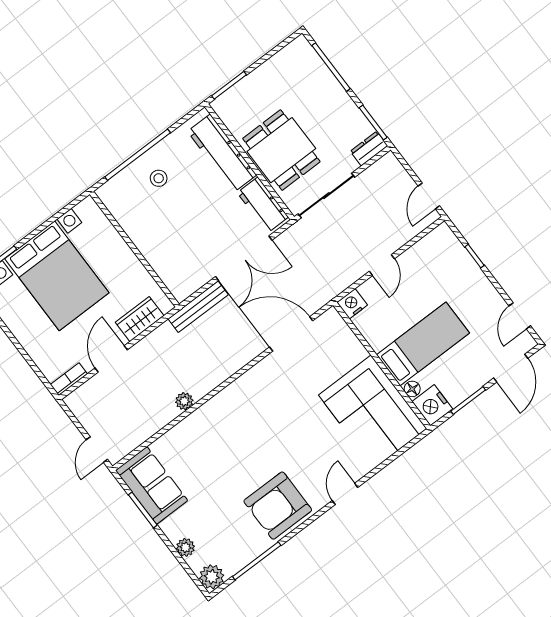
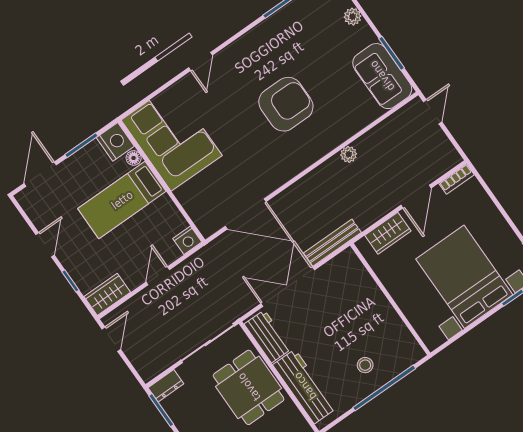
wardrobe: (435, 243) -> (107, 294), added
door: (520, 316) -> (45, 245), moved
armchair: (278, 506) -> (286, 104), moved

